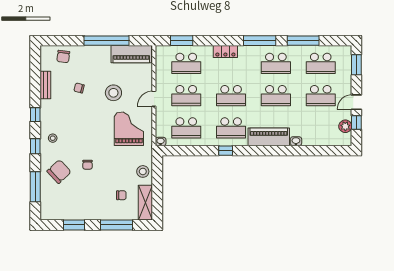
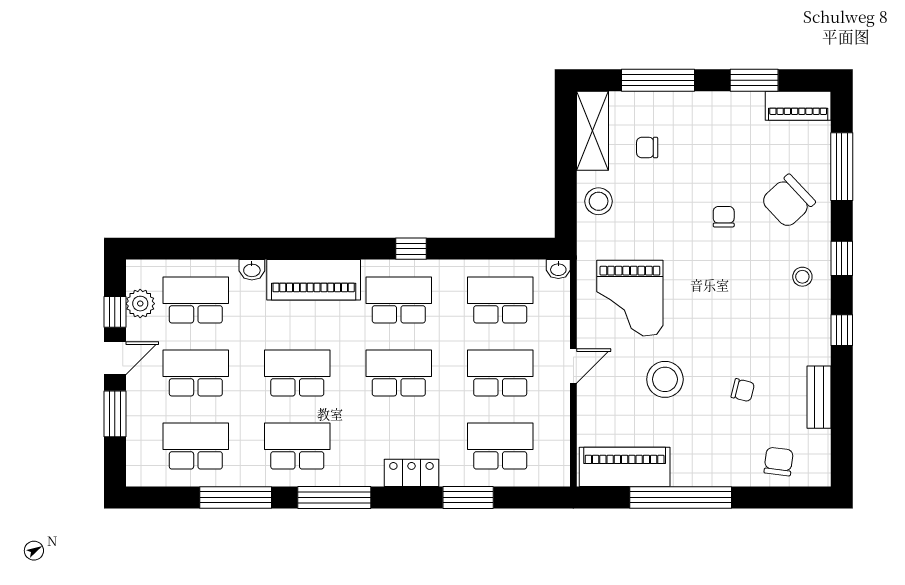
window: (182, 41) -> (468, 497), moved
window: (356, 65) -> (115, 414), moved
school desk: (321, 128) -> (196, 300), added
piano: (55, 214) -> (798, 106), added

